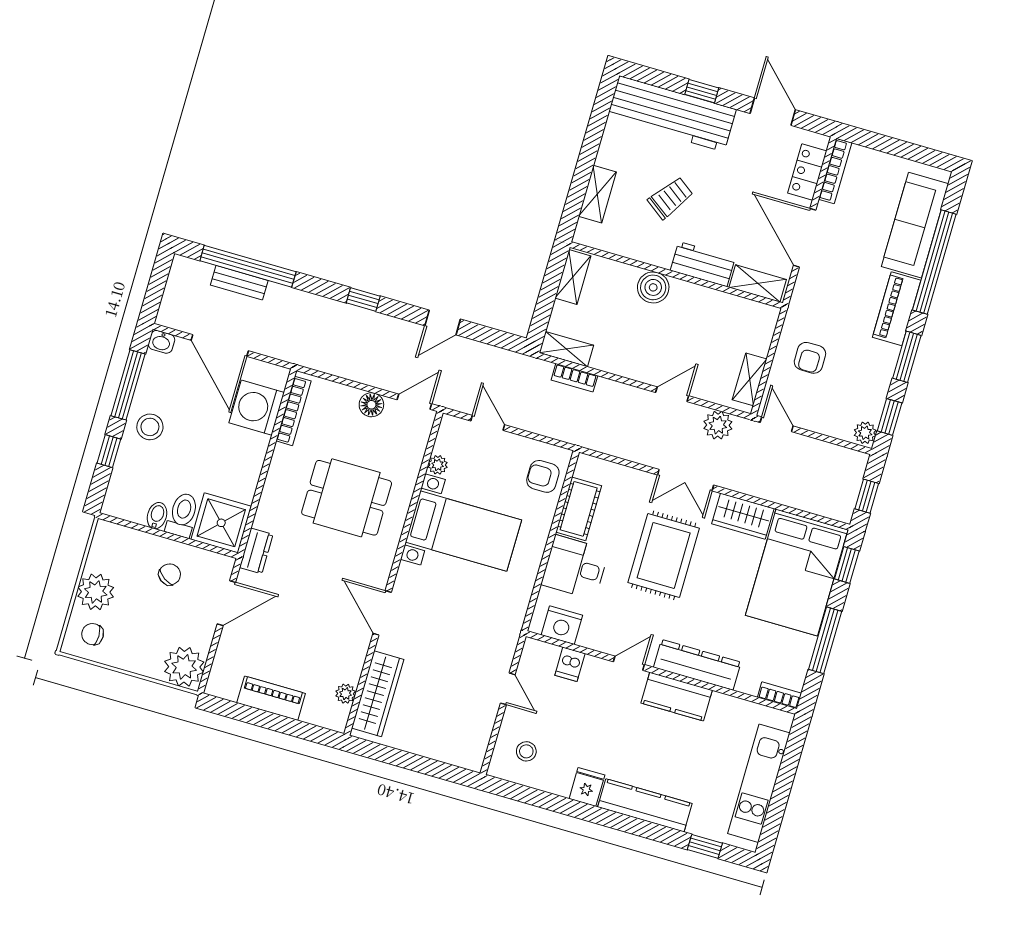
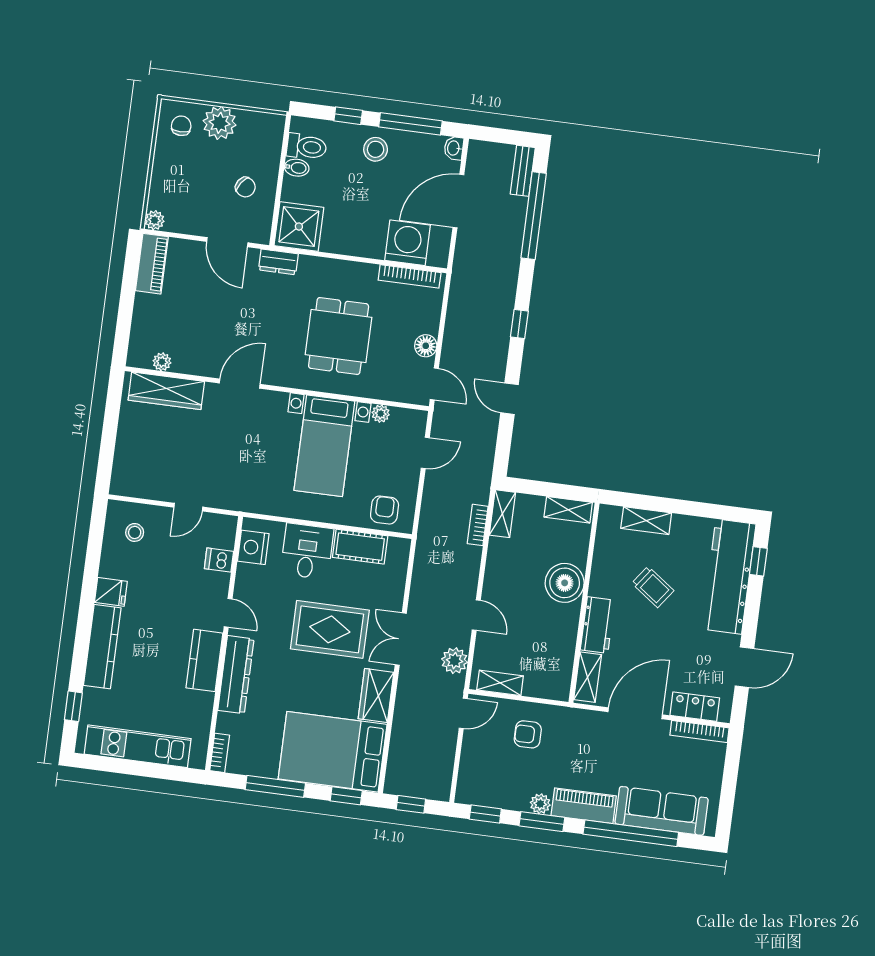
window: (702, 91) -> (758, 561), moved
bench: (239, 283) -> (523, 171), moved
boiler: (653, 287) -> (565, 583), width x1.37, depth x1.37
plant: (865, 433) -> (540, 804), moved
toilet: (182, 515) -> (307, 147), moved
plant: (184, 667) -> (155, 220), width x0.53, depth x0.53
piano: (271, 698) -> (152, 264), moved

